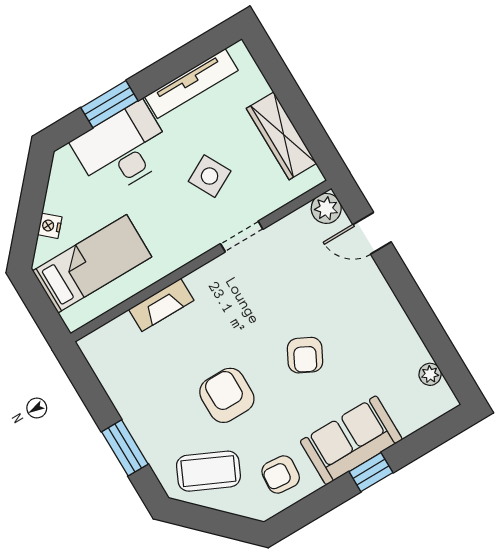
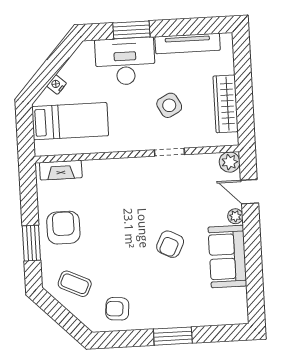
fireplace: (161, 305) -> (61, 170), moved
plant: (430, 374) -> (235, 216), moved
armchair: (227, 395) -> (63, 228), moved
sofa: (351, 440) -> (227, 256), moved, turned -90
coffee table: (208, 471) -> (75, 284), width x0.73, depth x0.77
window: (371, 472) -> (173, 336), width x1.50

